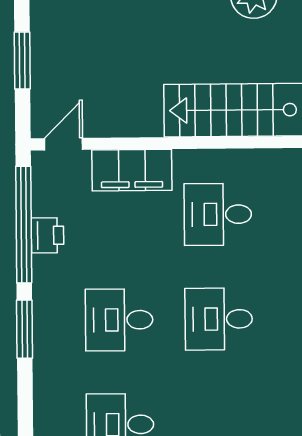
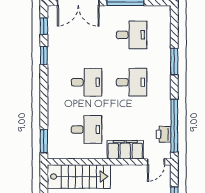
printer: (47, 235) -> (164, 134), moved
window: (25, 329) -> (174, 62), moved

